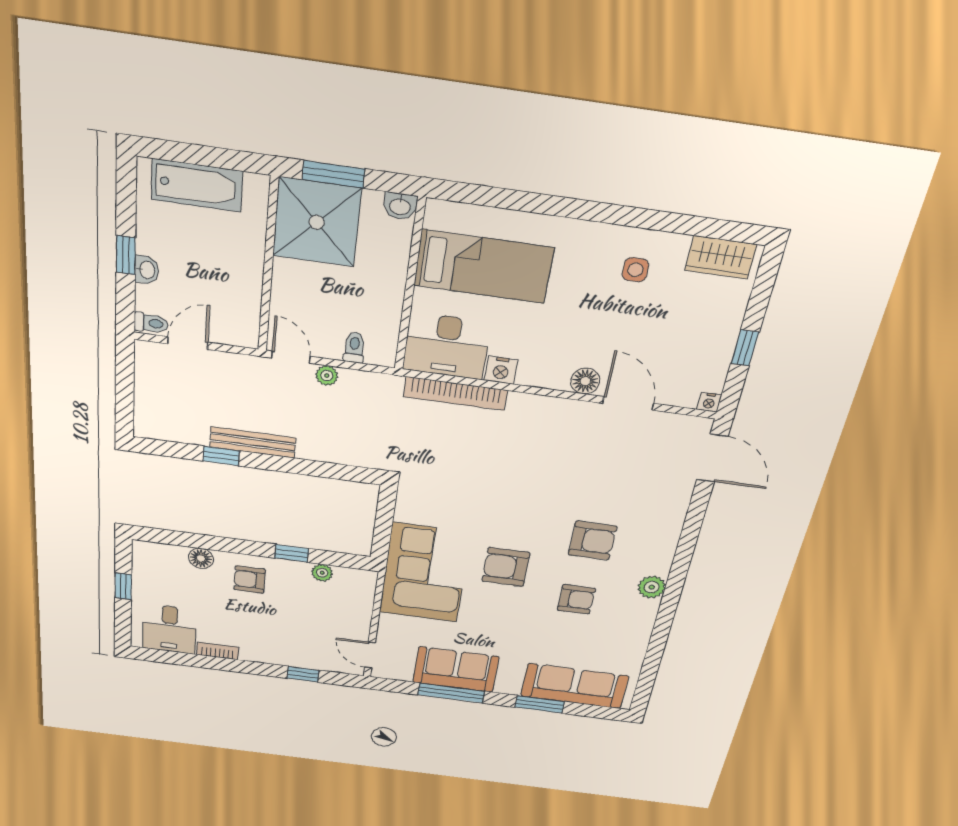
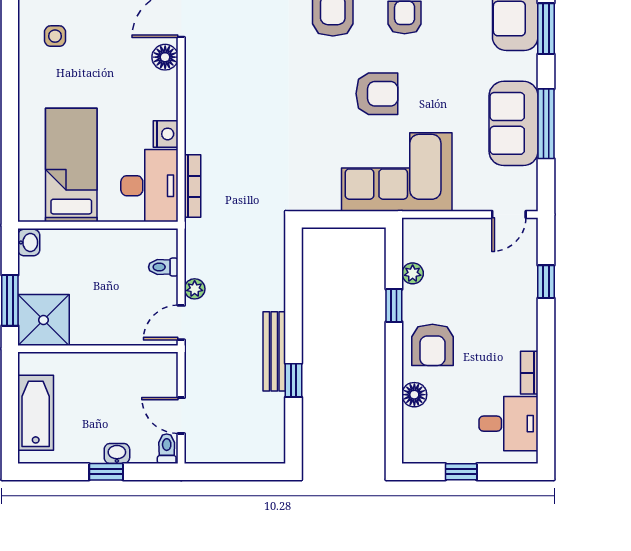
shower: (317, 222) -> (43, 320), width x0.73, depth x0.73
bookcase: (455, 393) -> (192, 186), width x0.68, depth x0.76
armchair: (506, 567) -> (377, 94), turned -90
armchair: (250, 580) -> (432, 345), width x1.38, depth x1.38

